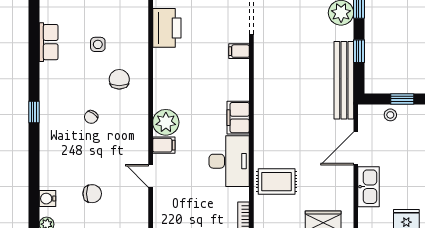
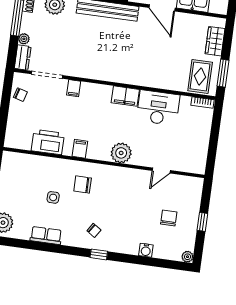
chair: (91, 117) -> (94, 230), moved
filing cabinet: (164, 145) -> (80, 149), moved
rug: (277, 182) -> (200, 76), moved
water cooler: (47, 199) -> (146, 250), moved

